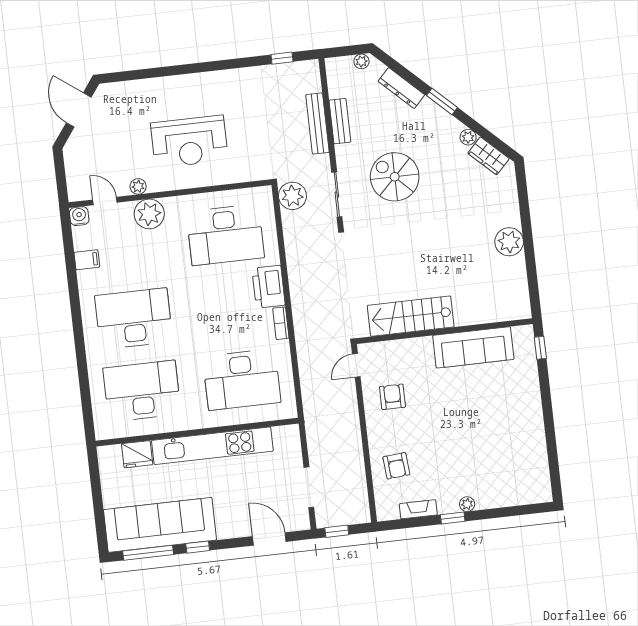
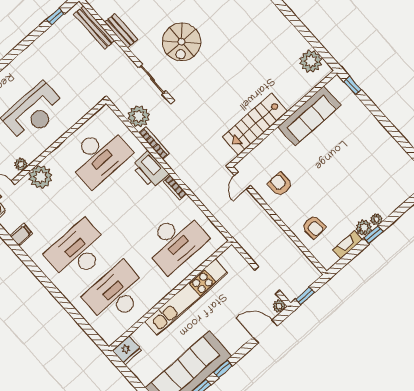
bench: (317, 124) -> (94, 27), moved
spiral stairs: (395, 177) -> (182, 42), turned -90
plant: (292, 196) -> (139, 116), moved
plant: (509, 242) -> (311, 61), moved
bookcase: (292, 262) -> (154, 143), added
fridge: (137, 454) -> (127, 350), moved
plant: (448, 504) -> (364, 228), added
plant: (302, 523) -> (279, 306), added

